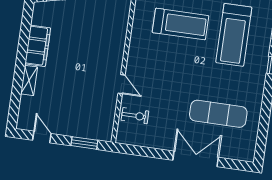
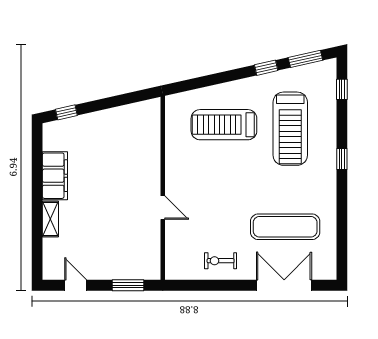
treadmill: (180, 24) -> (224, 125), turned 180
exercise bike: (135, 116) -> (221, 261), moved, turned 180
double door: (196, 159) -> (284, 285), moved

